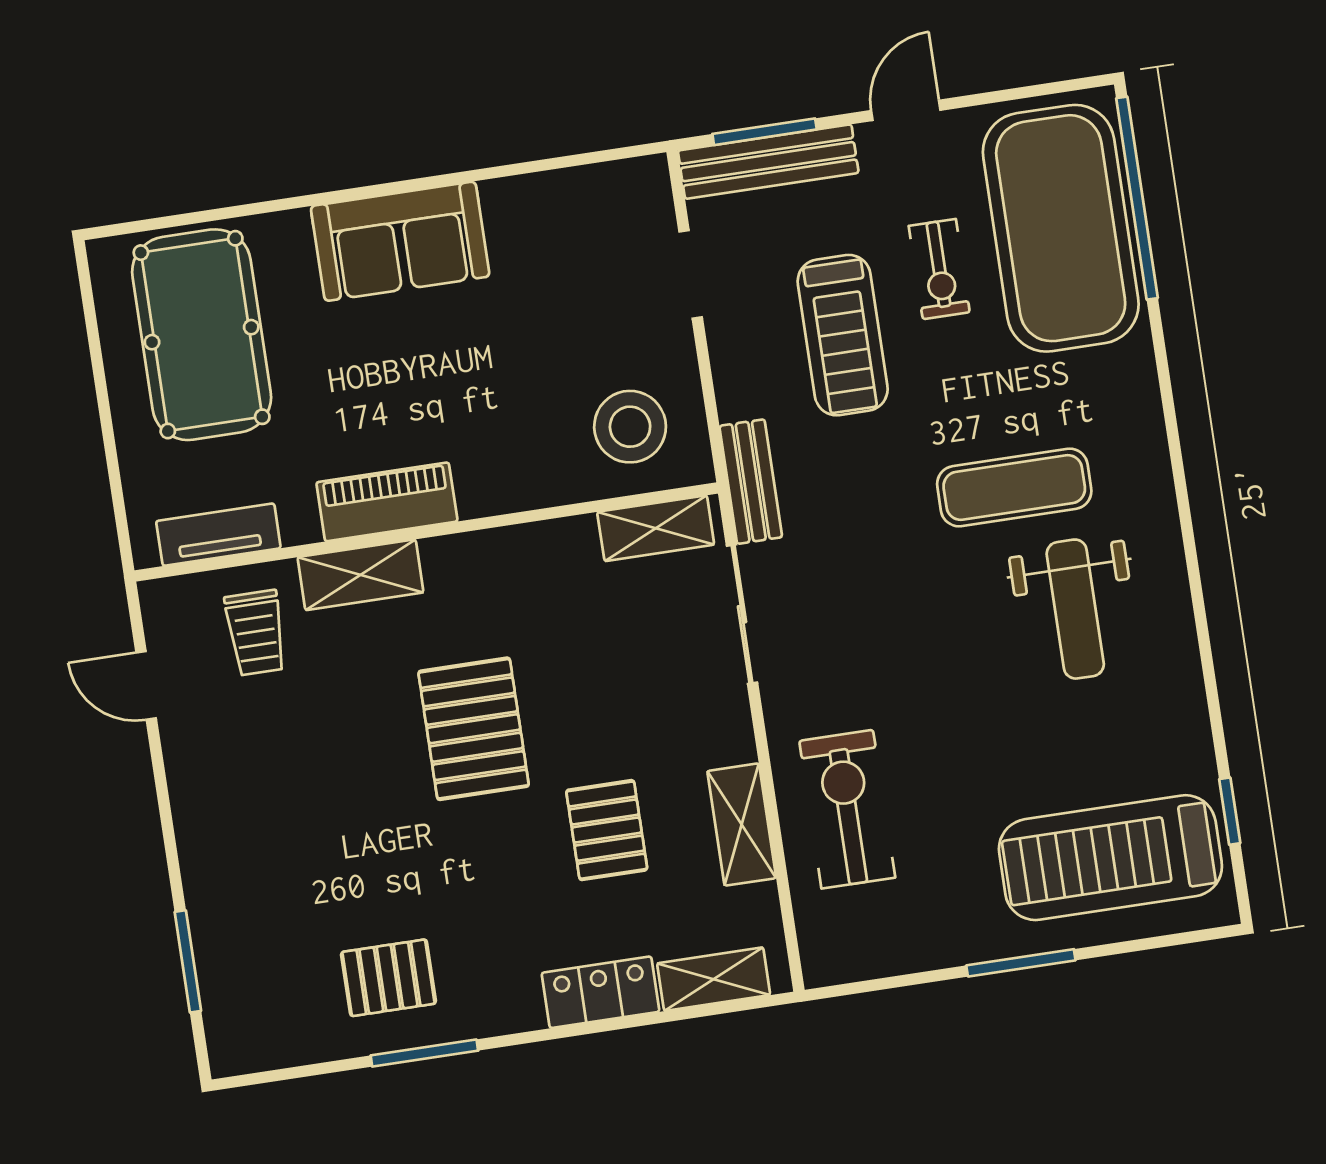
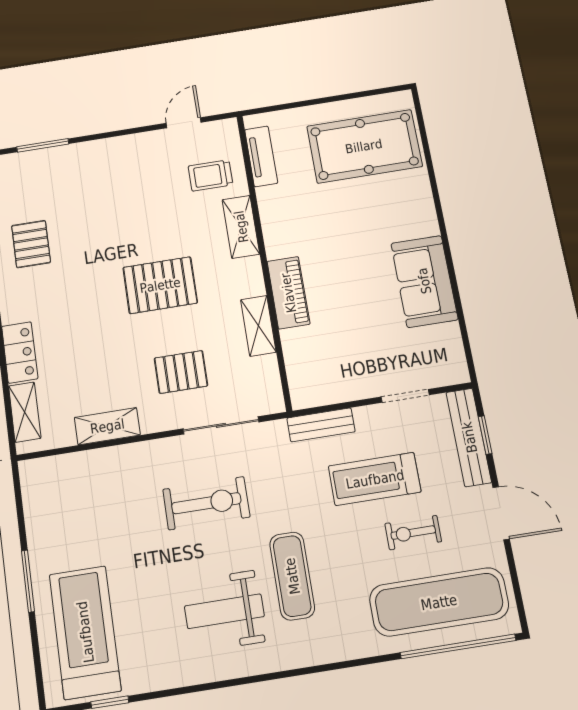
door: (906, 110) -> (501, 513), width x1.38
window: (765, 132) -> (485, 435), width x0.67
exercise mat: (1061, 228) -> (439, 602), width x0.68
sofa: (400, 241) -> (424, 281), moved
stool: (630, 427) -> (322, 364), removed
bench: (751, 482) -> (321, 425), moved
piano: (387, 502) -> (288, 293), moved
shelving: (656, 528) -> (258, 326), moved
exercise bike: (847, 809) -> (206, 503), moved
pallet: (607, 830) -> (181, 372), moved

